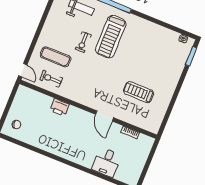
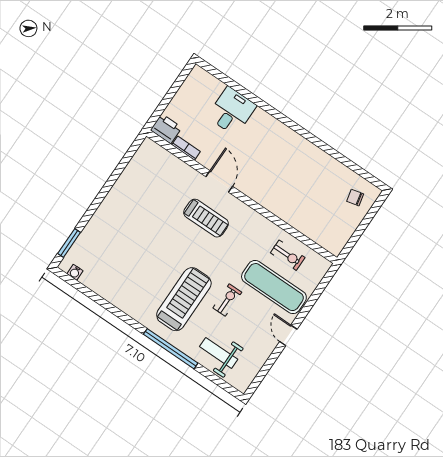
exercise mat: (55, 57) -> (274, 287), width x1.36, depth x1.45
door: (23, 70) -> (288, 335), moved
treadmill: (139, 92) -> (206, 218), moved
printer: (60, 107) -> (166, 129), moved

